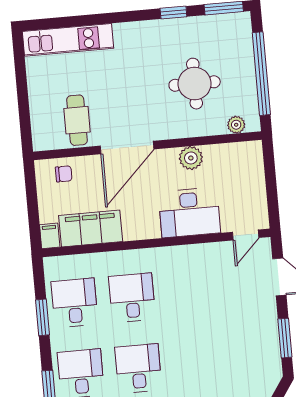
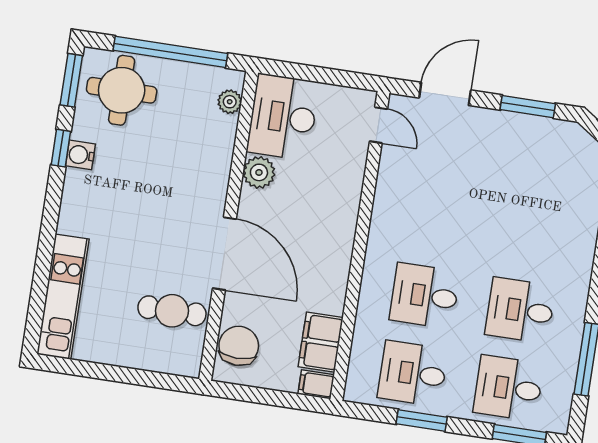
water cooler: (172, 28) -> (80, 155), added
round table: (195, 84) -> (122, 90), moved
chair: (64, 174) -> (239, 346), width x1.87, depth x1.87
desk: (189, 212) -> (283, 117), moved, turned 180
filing cabinet: (91, 229) -> (321, 342), width x0.67, depth x0.86

